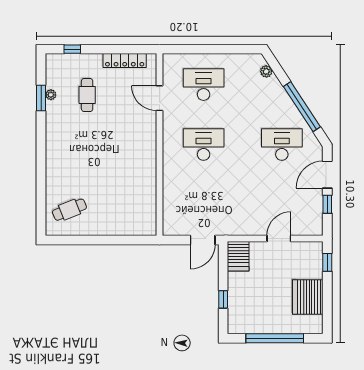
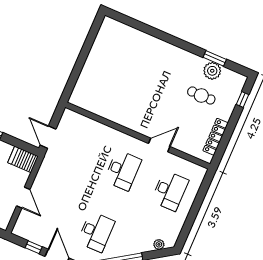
plant: (51, 95) -> (212, 71), width x1.88, depth x1.88
door: (160, 98) -> (159, 145), moved
cafe table: (69, 210) -> (117, 43), removed

